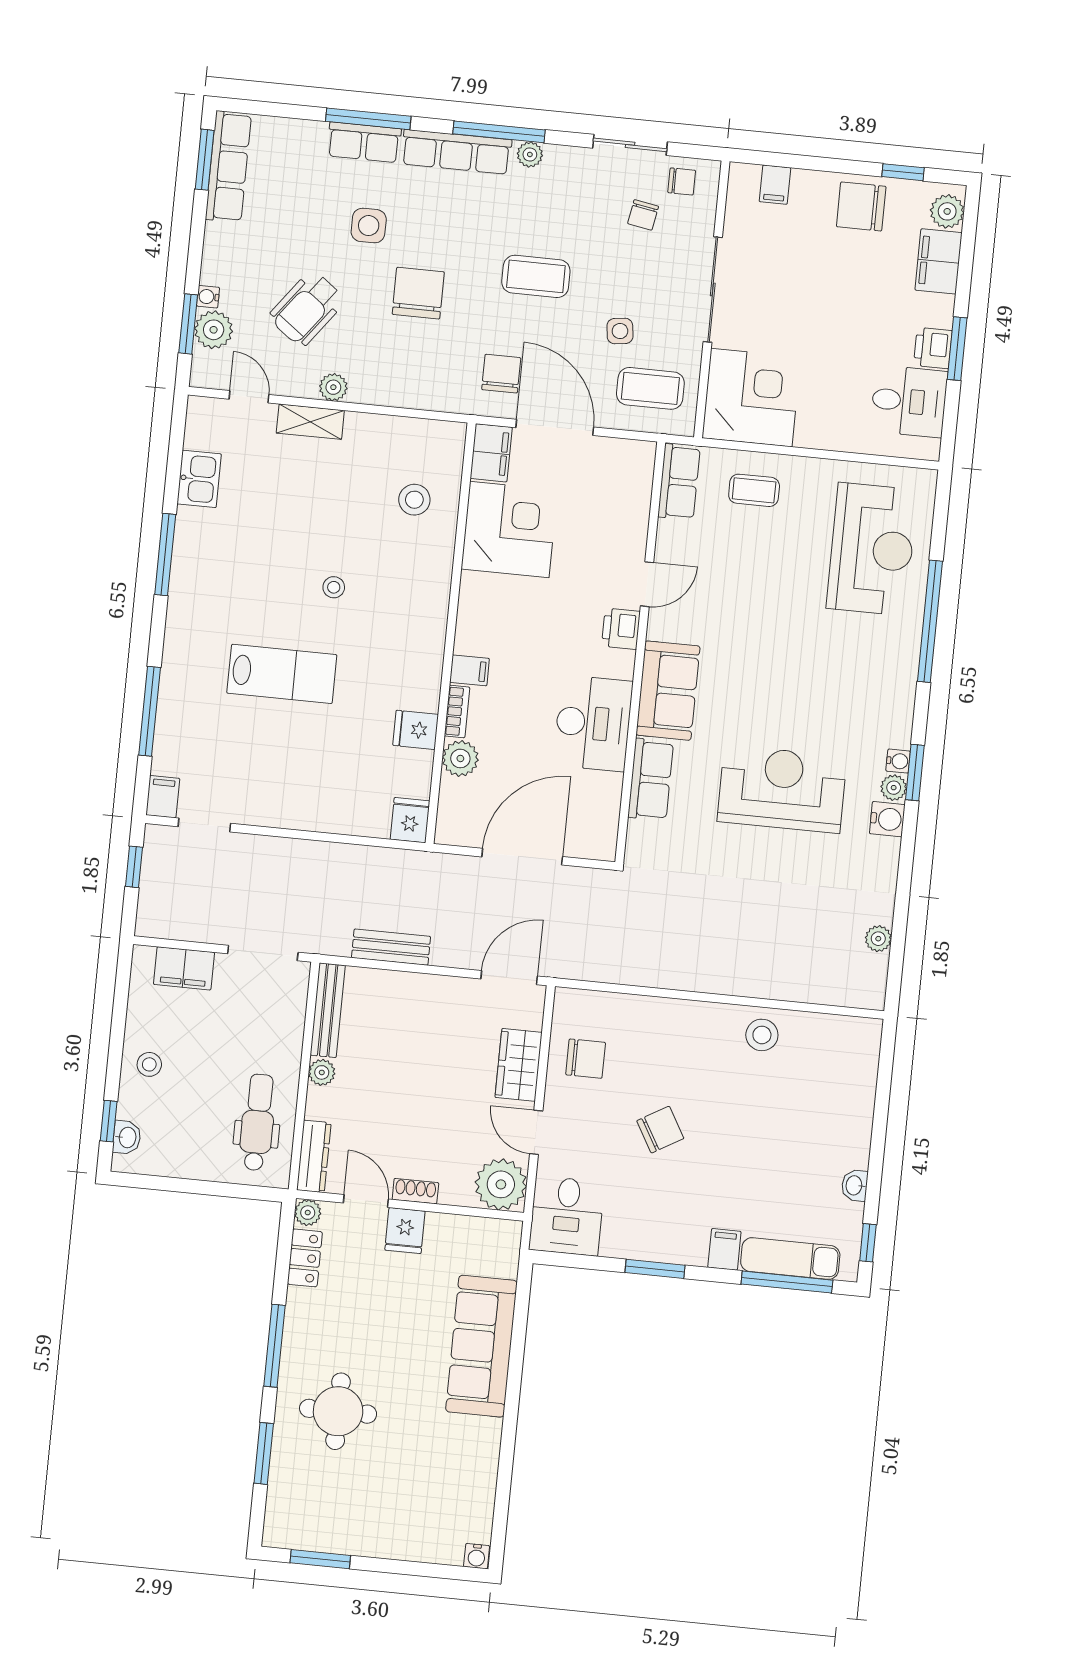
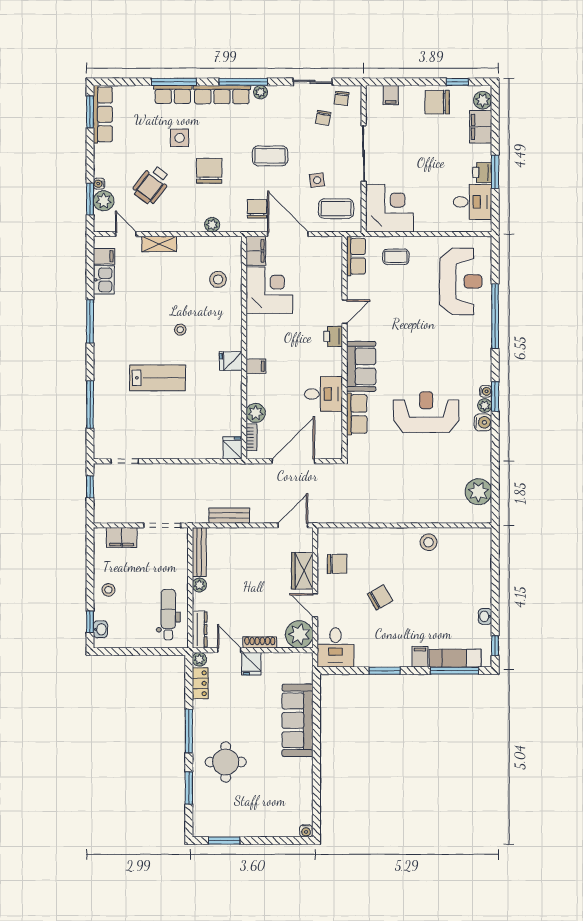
chair: (682, 181) -> (342, 98), turned 97
plant: (333, 387) -> (212, 225), moved
bookcase: (457, 712) -> (251, 437), moved
desk: (593, 723) -> (323, 394), width x0.73
fridge: (416, 730) -> (231, 361), moved
filing cabinet: (163, 797) -> (104, 256), moved, turned 90
plant: (878, 939) -> (478, 492), width x1.88, depth x1.88
shoe rack: (415, 1191) -> (260, 642), width x1.43

